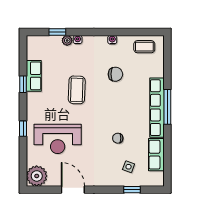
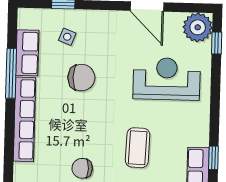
window: (167, 107) -> (11, 73), moved
window: (23, 129) -> (217, 43), moved
chair: (118, 138) -> (81, 78), width x1.87, depth x1.87

